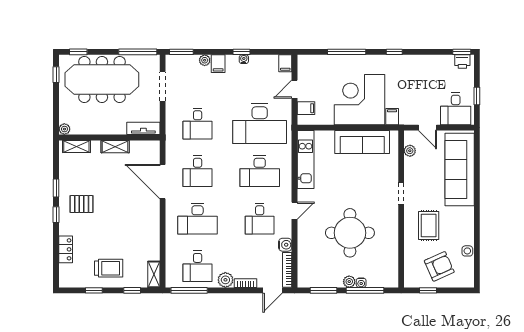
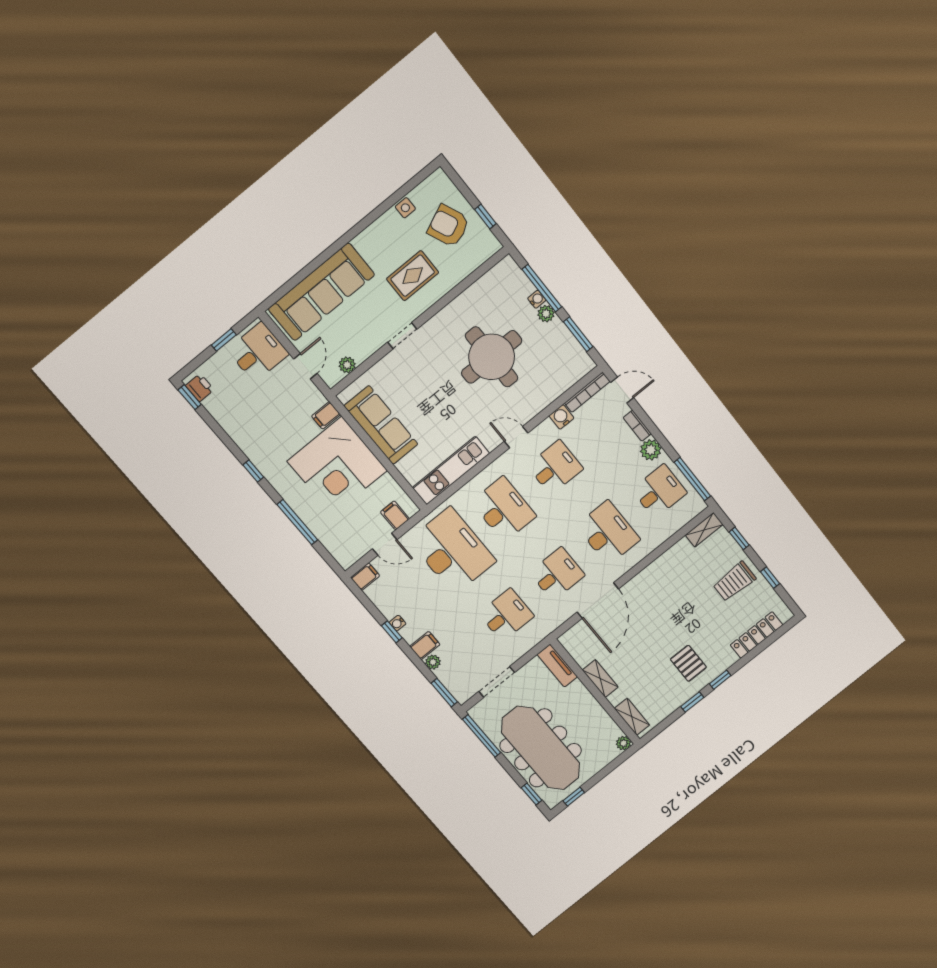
locker: (66, 249) -> (757, 635), width x1.53
trolley: (109, 268) -> (734, 581), turned -90

